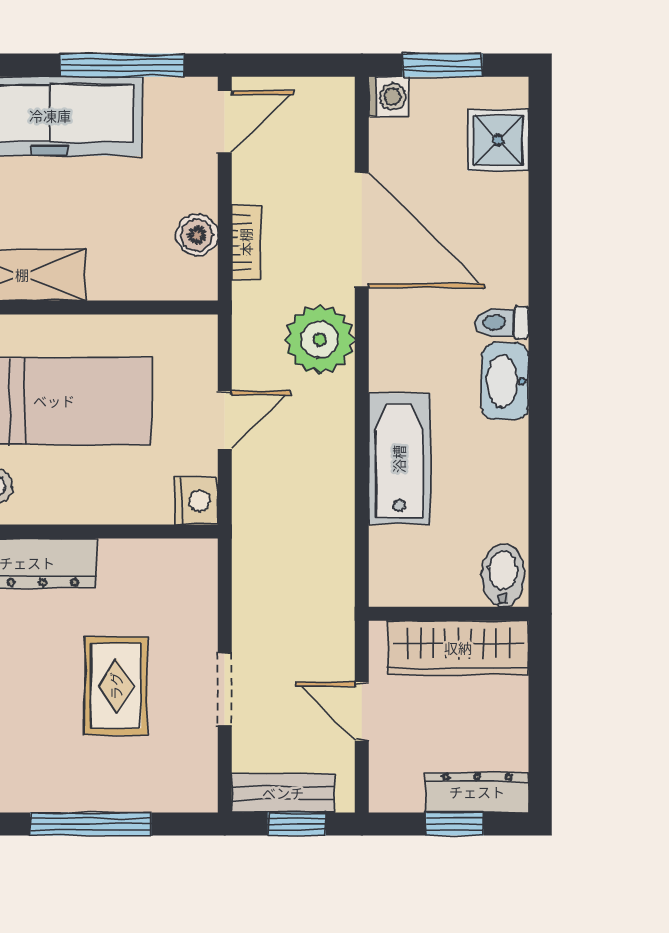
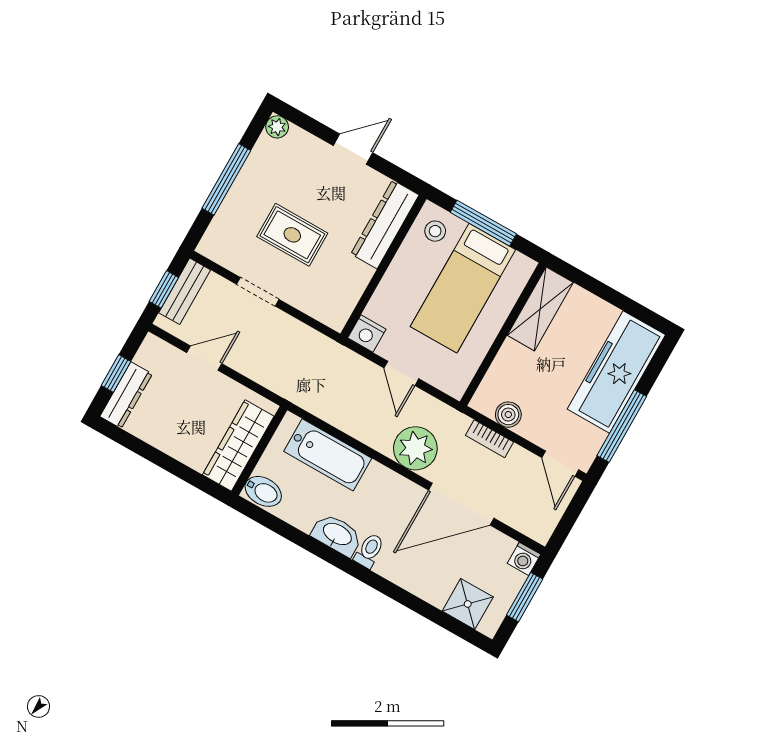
bidet: (503, 575) -> (263, 491), moved
wall: (449, 614) -> (259, 451), moved
wardrobe: (458, 648) -> (238, 446), moved

